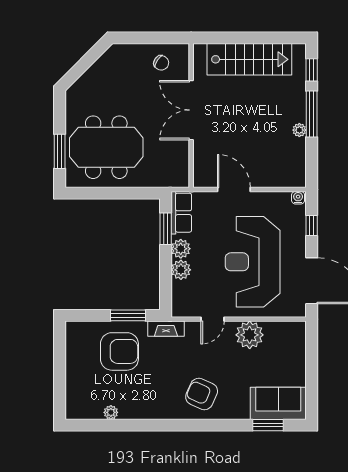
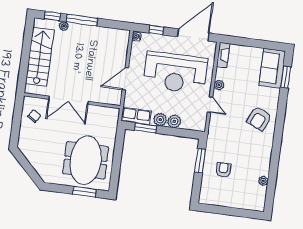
plant: (299, 130) -> (64, 26), moved
fireplace: (166, 329) -> (223, 55), moved
plant: (250, 335) -> (219, 85), width x0.53, depth x0.53
armchair: (119, 351) -> (223, 170), width x0.53, depth x0.53

